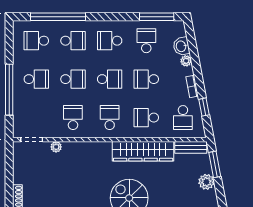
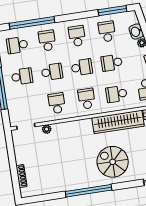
school desk: (73, 41) -> (47, 41), turned -90
school desk: (110, 41) -> (77, 36), turned 90

